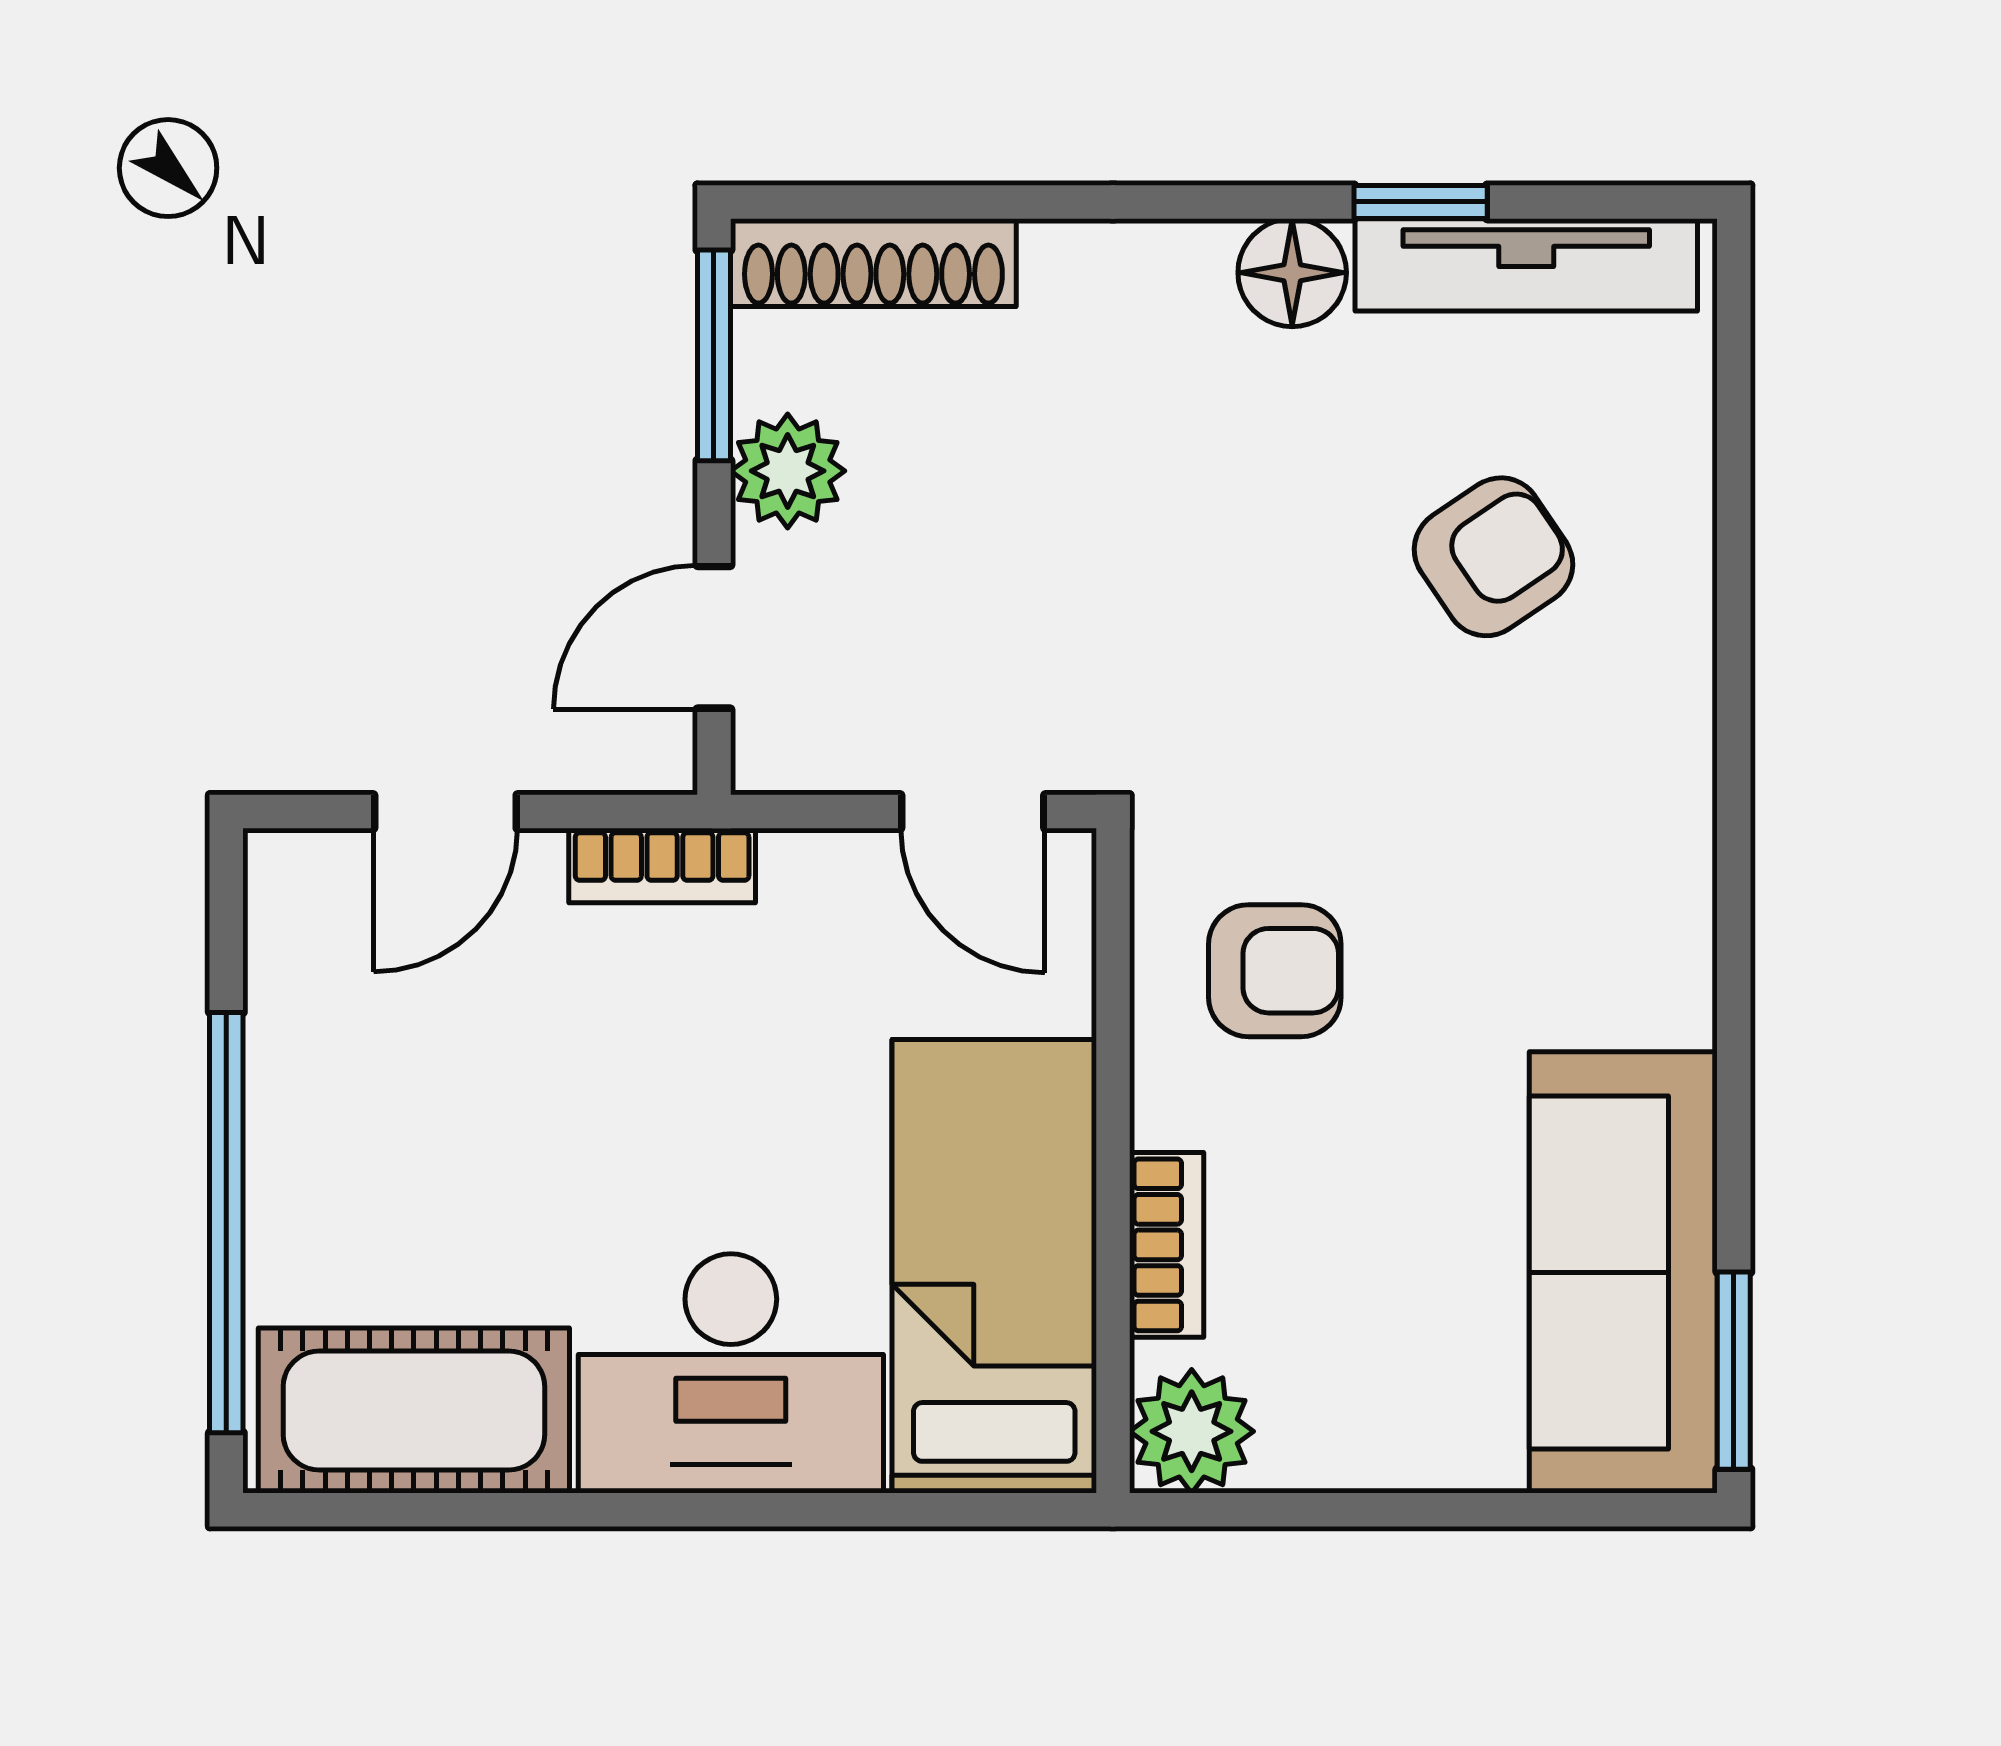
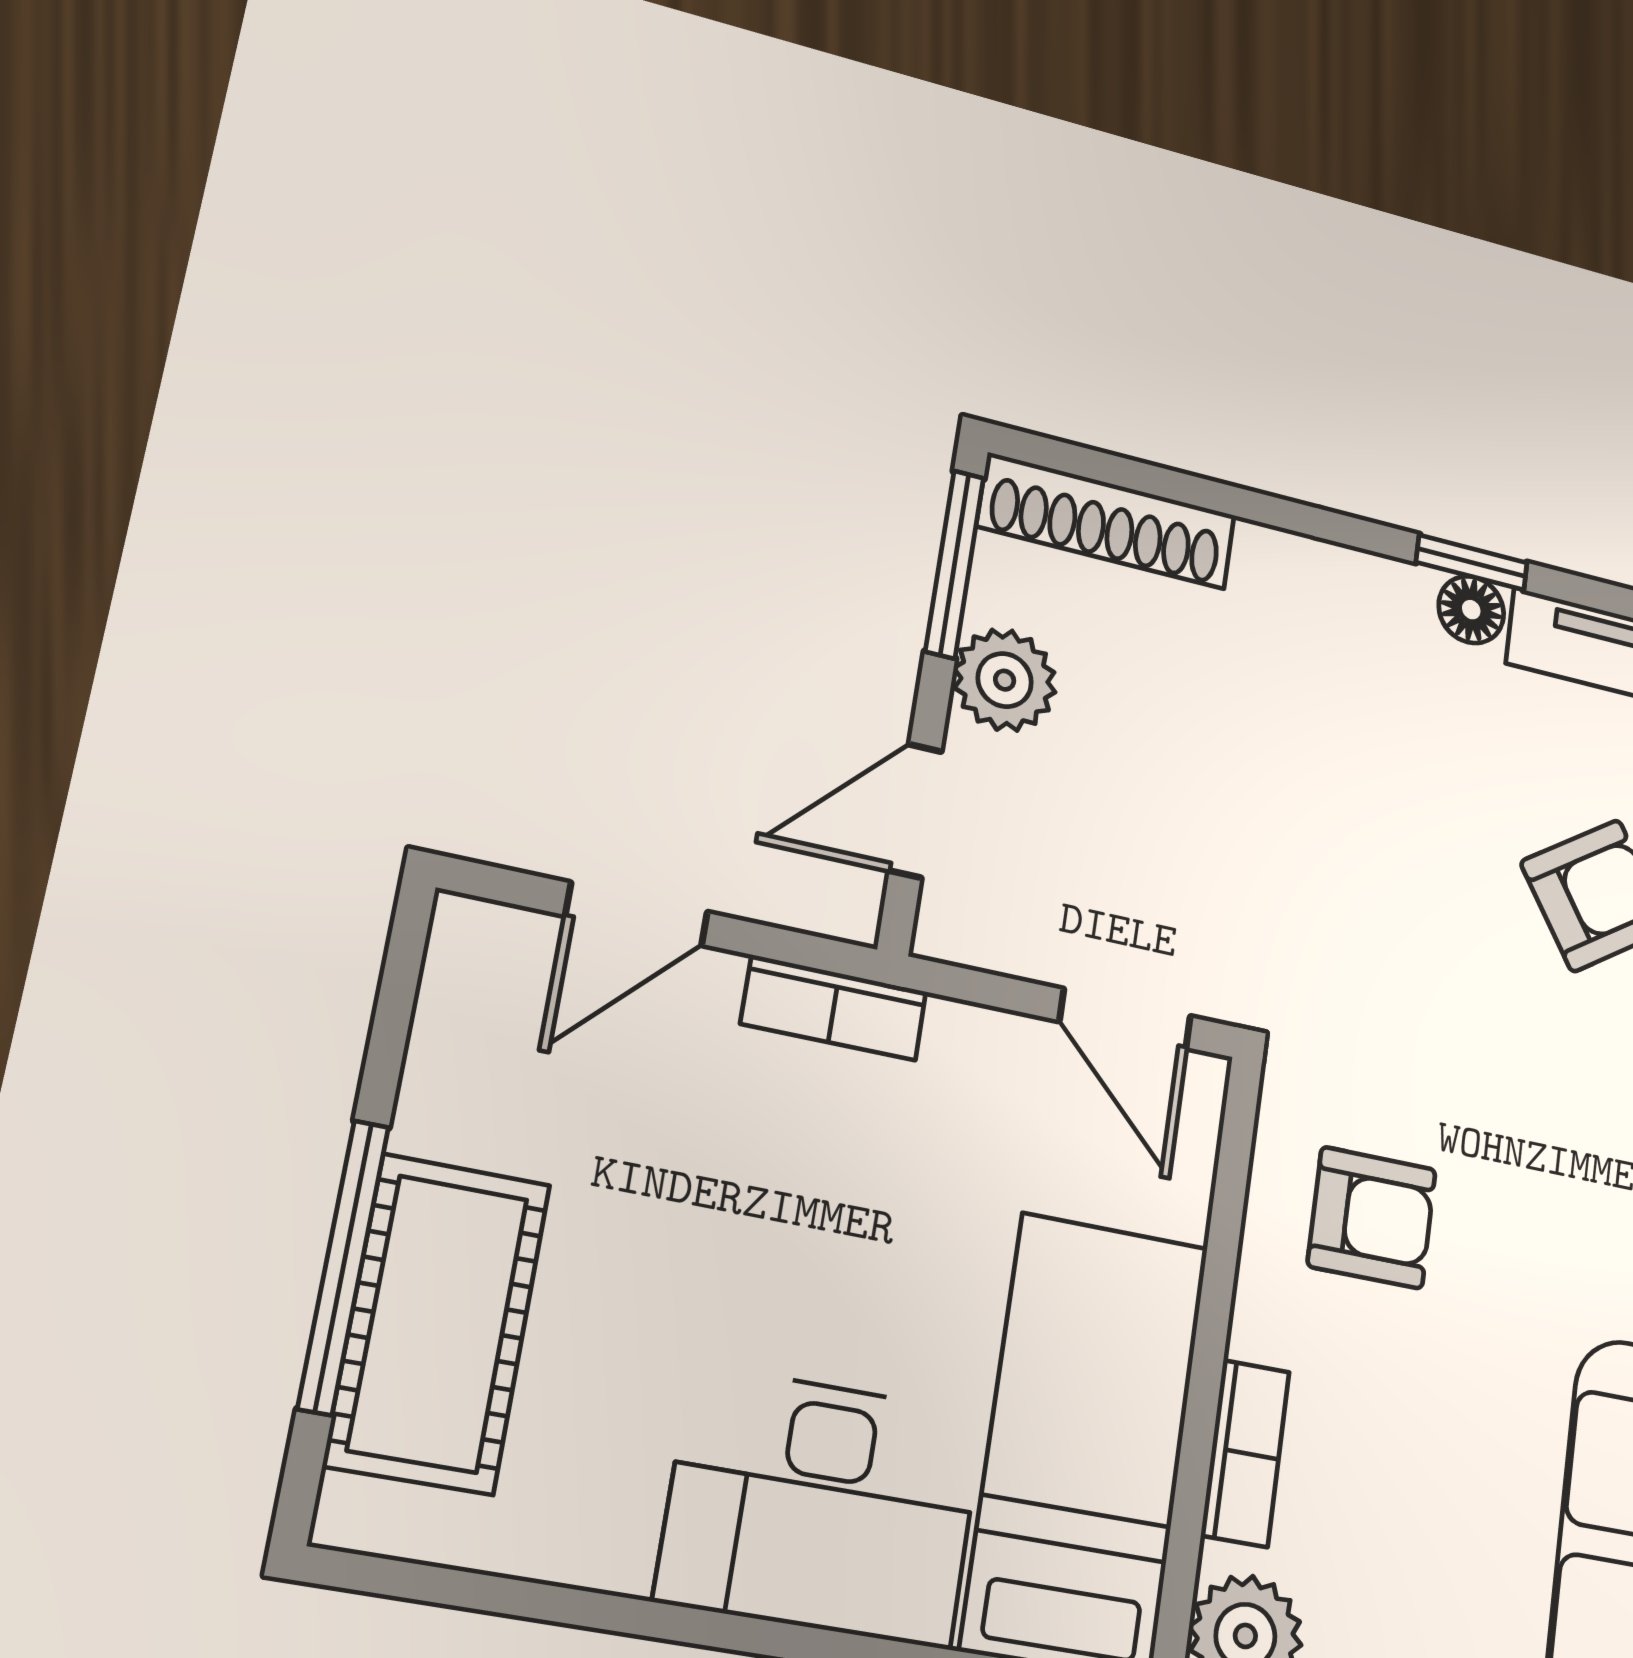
window: (1421, 202) -> (1472, 563), moved
floor lamp: (1292, 273) -> (1471, 610), width x0.73, depth x0.73
window: (226, 1223) -> (343, 1267), width x0.68
cot: (414, 1411) -> (438, 1324), moved, turned 90

